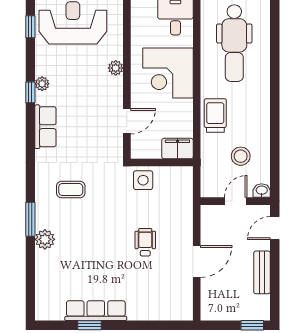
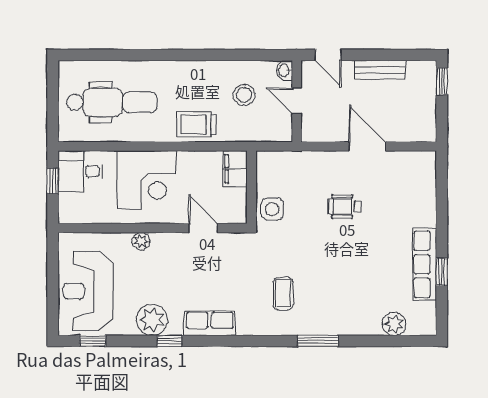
plant: (42, 84) -> (152, 320), width x1.88, depth x1.88
plant: (45, 239) -> (394, 324), moved

